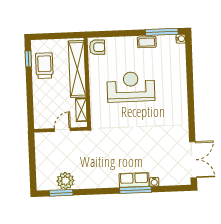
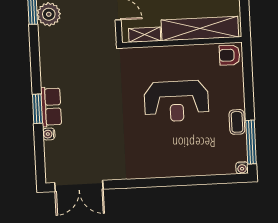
armchair: (97, 47) -> (230, 55), turned 88
reception desk: (131, 87) -> (176, 101), turned 90
window: (135, 190) -> (37, 109), width x0.69

